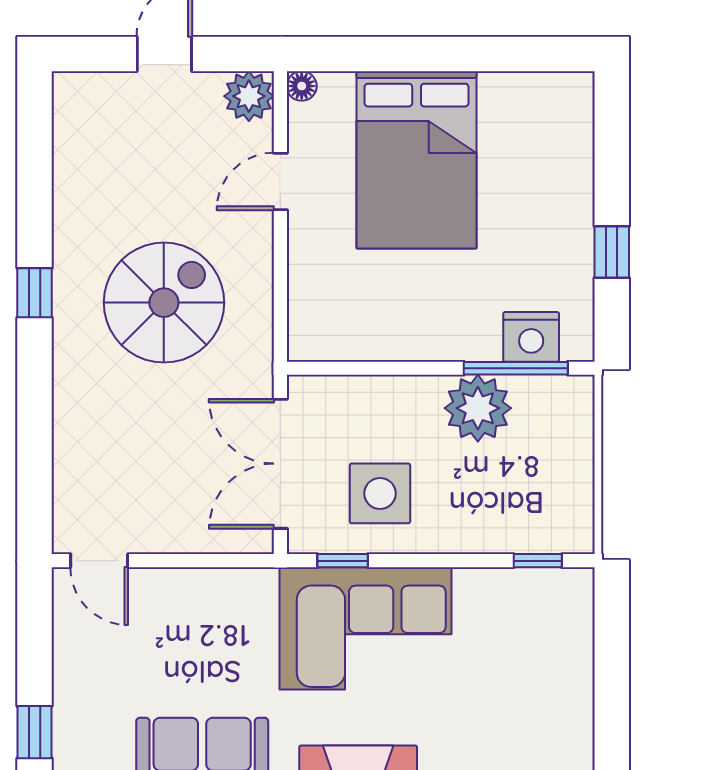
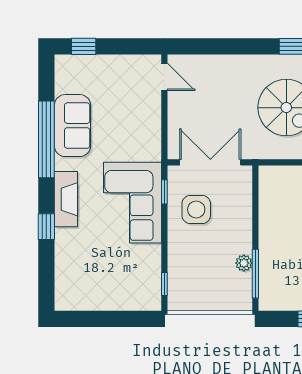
nightstand: (531, 337) -> (270, 281), removed
plant: (478, 408) -> (244, 263), width x0.53, depth x0.53
door: (99, 561) -> (164, 77), swing flipped

